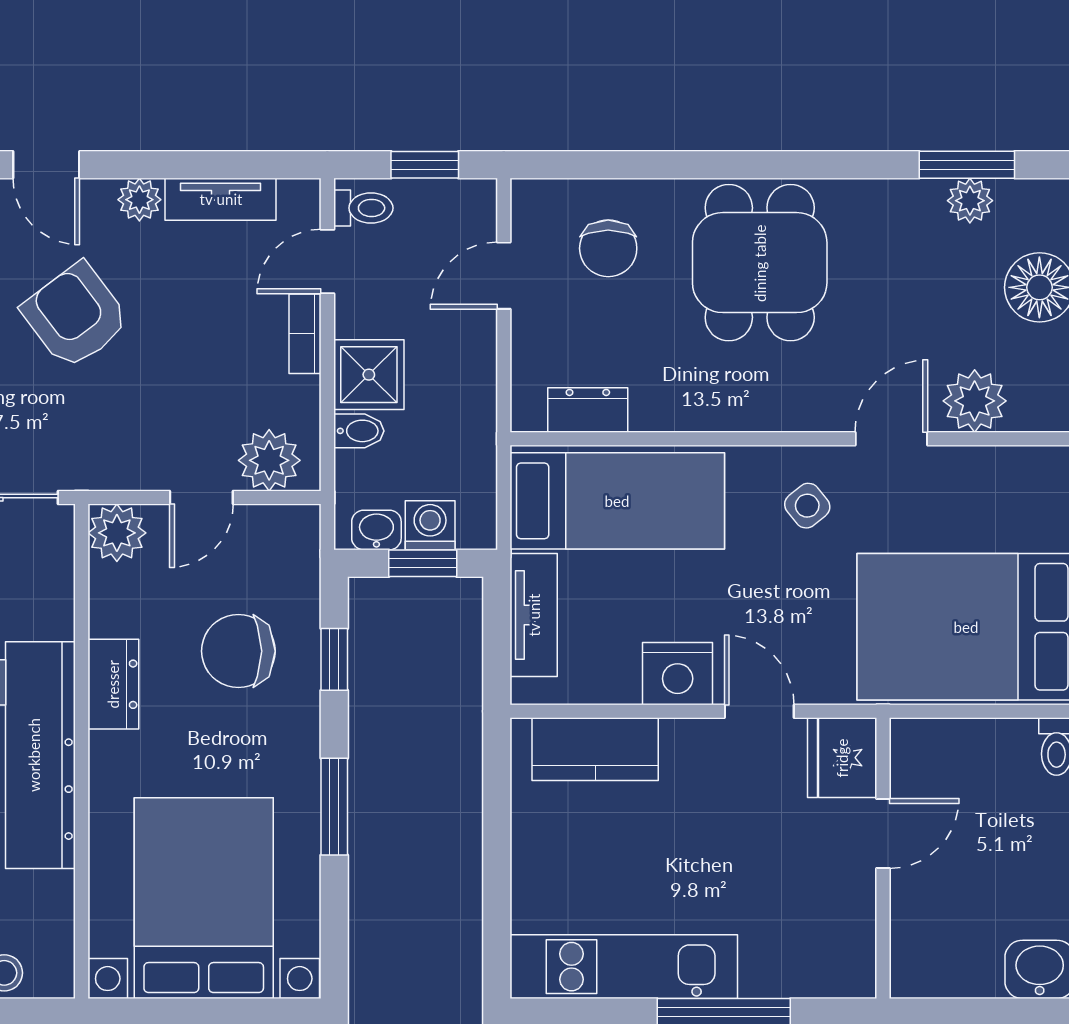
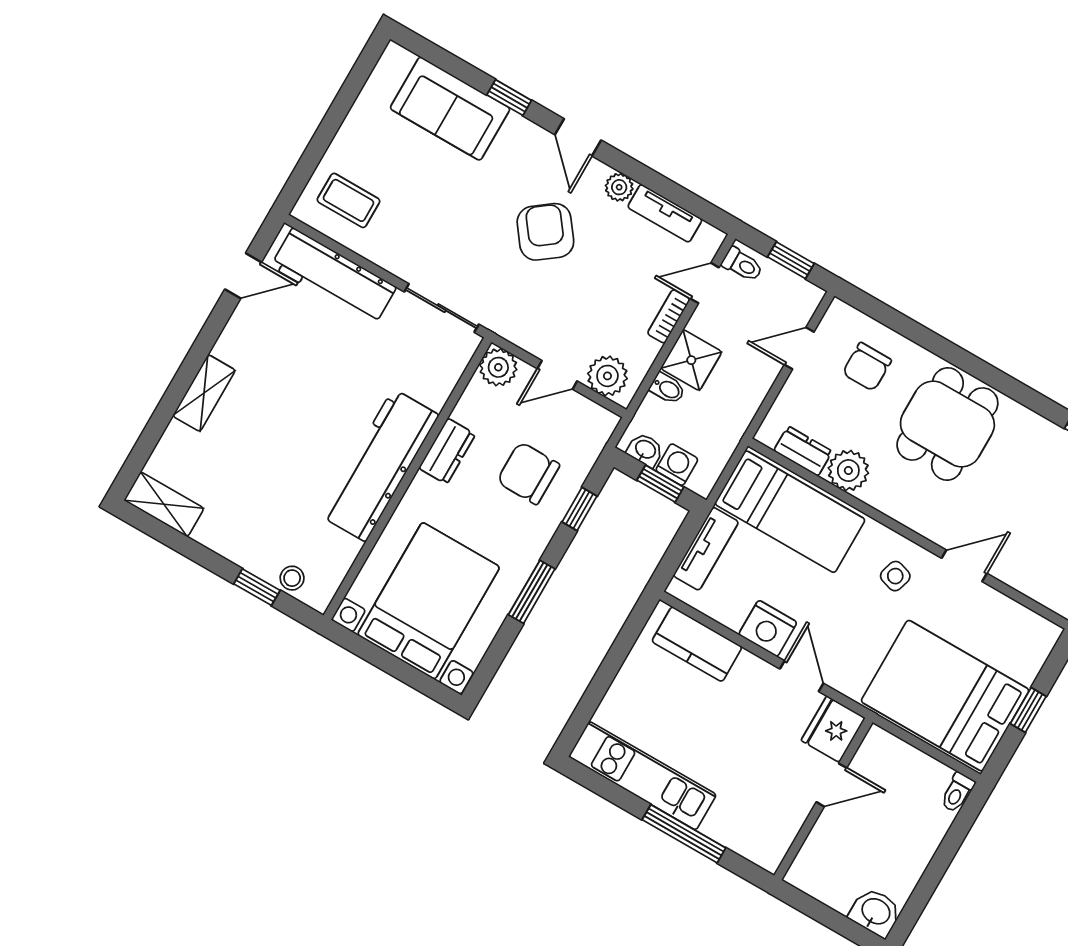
plant: (975, 401) -> (848, 471), moved
side table: (807, 506) -> (895, 576), turned -34

